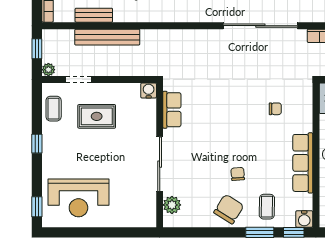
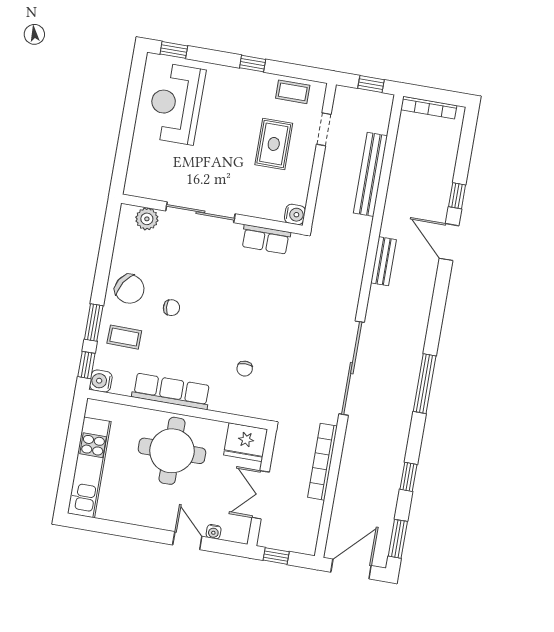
bench: (94, 15) -> (384, 261), moved
plant: (48, 70) -> (343, 94), removed

